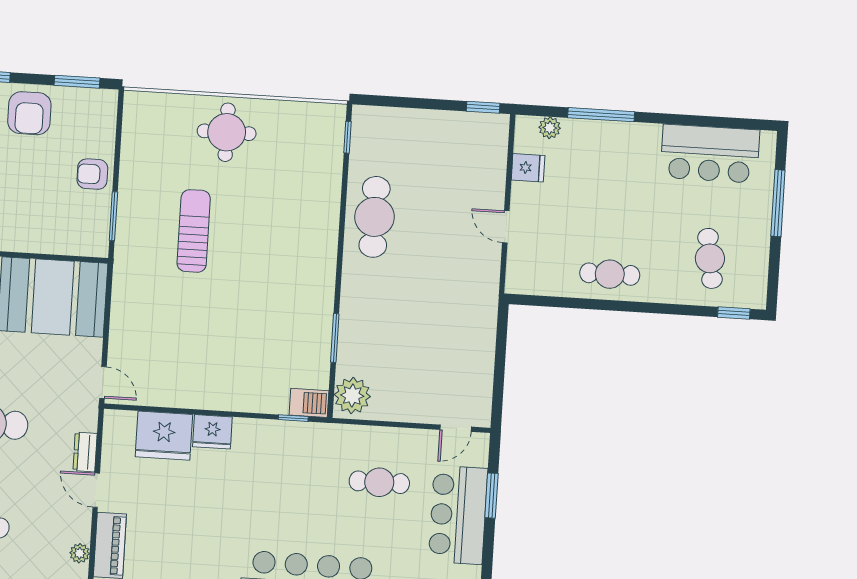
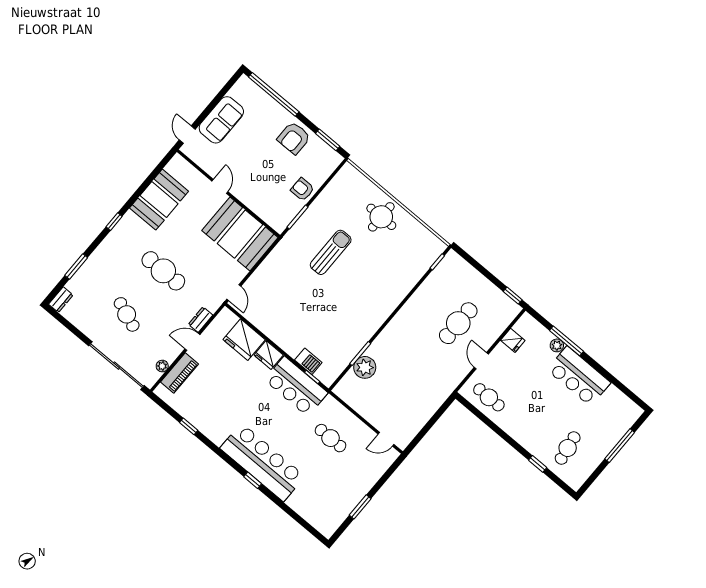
plant: (550, 128) -> (557, 345), moved
bar counter: (710, 154) -> (579, 376), moved
cafe table: (375, 217) -> (458, 323), moved
cafe table: (610, 274) -> (489, 397), moved
window: (734, 313) -> (538, 464), moved
plant: (352, 396) -> (365, 367), moved
barbecue: (309, 403) -> (308, 361), moved
door: (96, 490) -> (192, 342), hinge flipped
window: (491, 496) -> (360, 507), moved
bar counter: (458, 515) -> (296, 386), moved, turned -90

